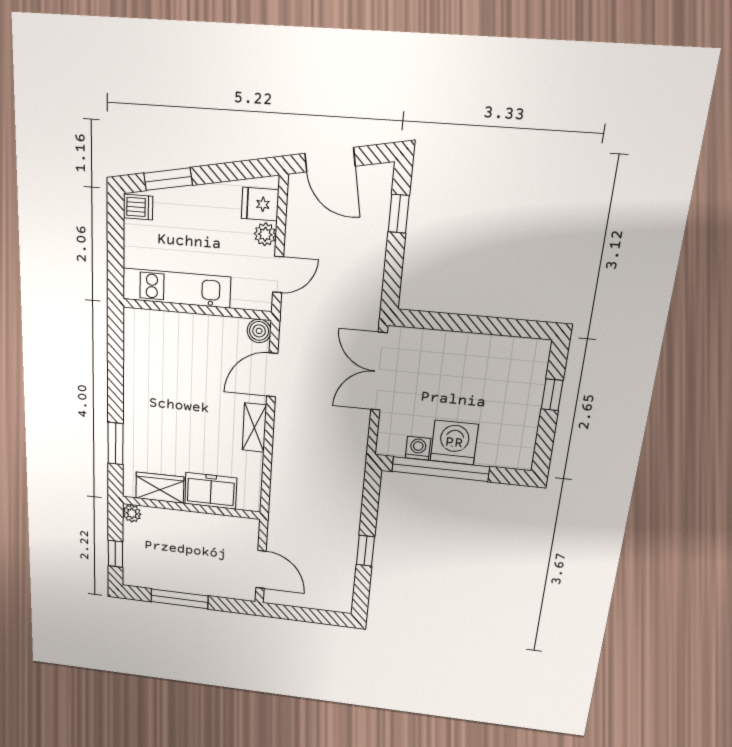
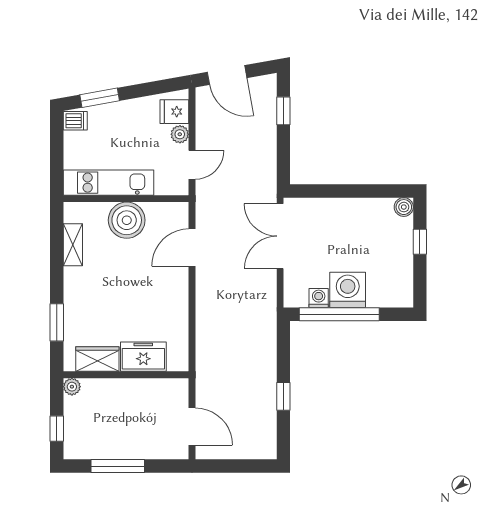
boiler: (259, 331) -> (127, 220), moved, width x1.86, depth x1.86
boiler: (538, 350) -> (404, 207), added
shelving: (254, 428) -> (73, 245), moved

